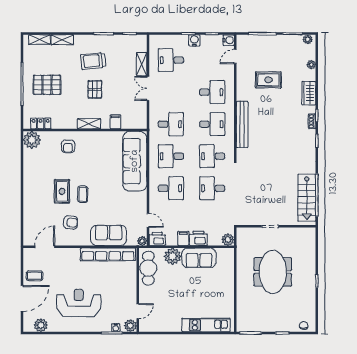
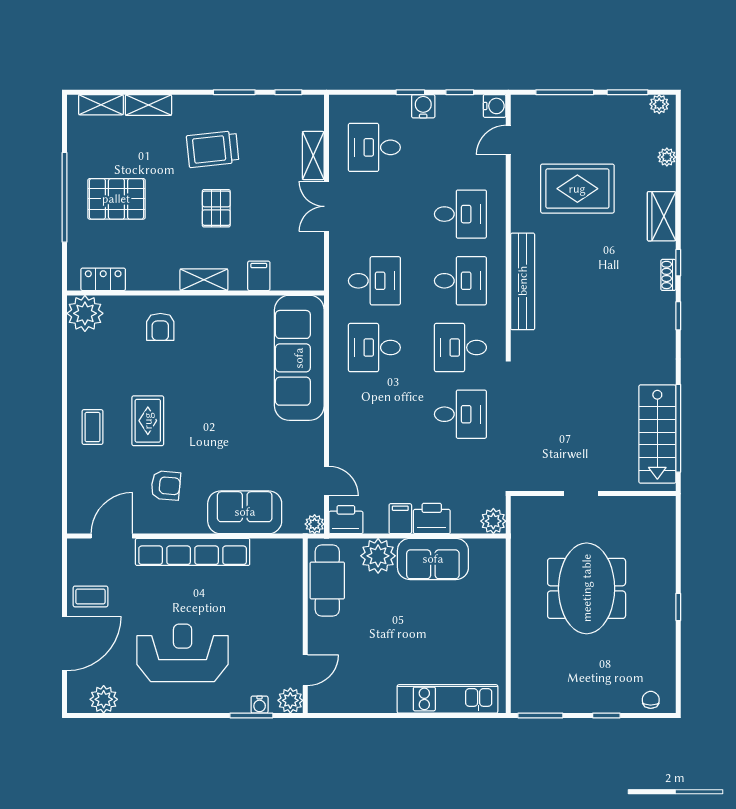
rug: (268, 80) -> (577, 189), width x1.36, depth x1.43
desk: (171, 188) -> (374, 414), removed
desk: (212, 188) -> (460, 414), turned 180
coffee table: (83, 194) -> (93, 427), moved
row of seats: (108, 254) -> (193, 552), moved

